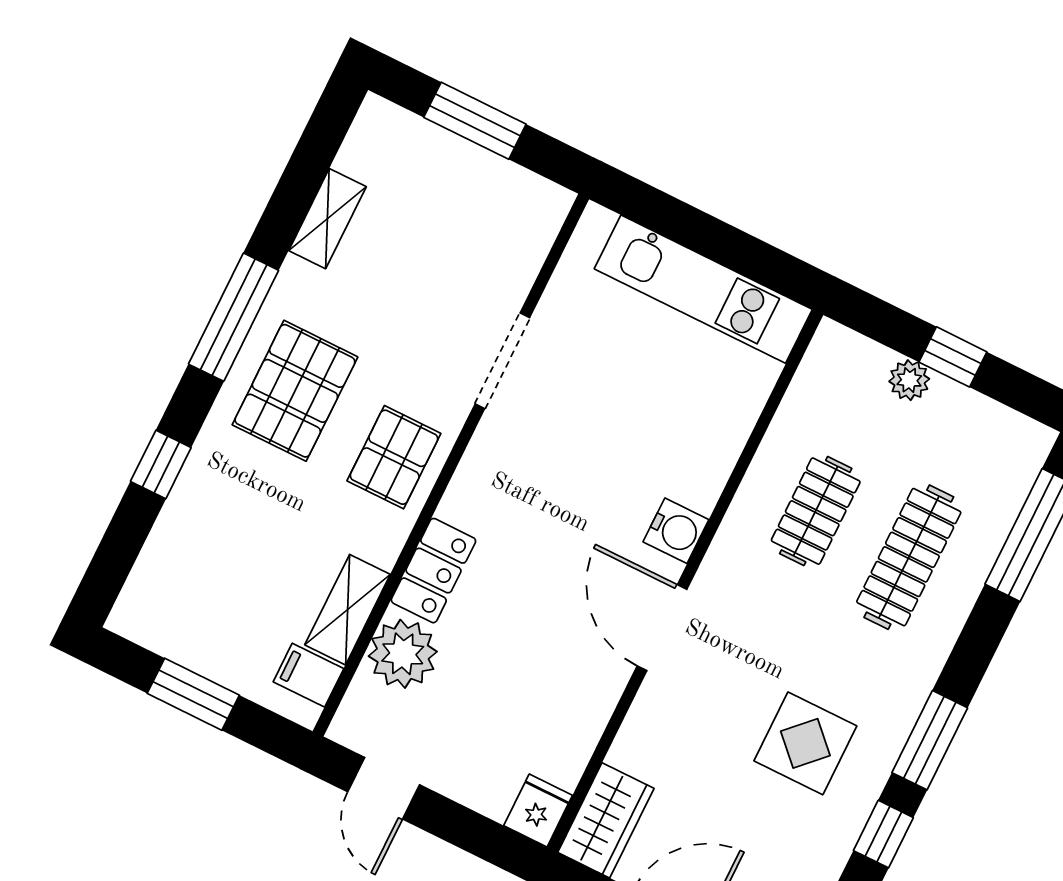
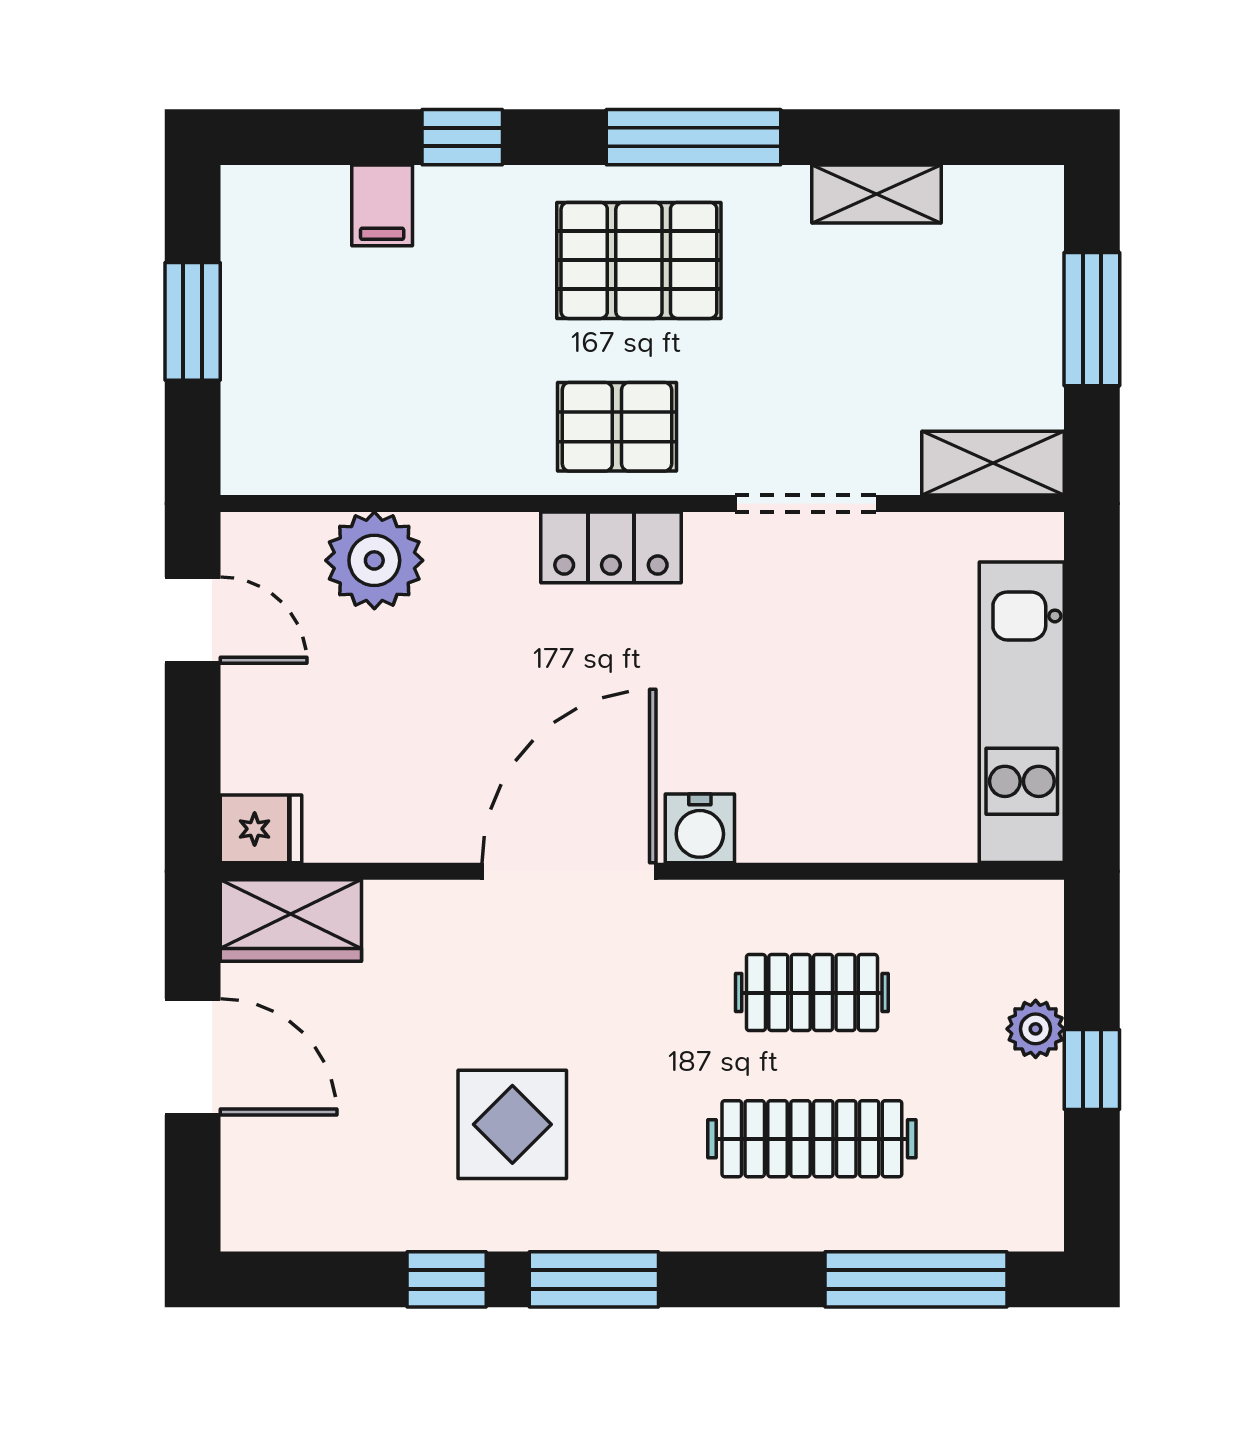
locker: (433, 571) -> (611, 547), moved
shelving: (348, 610) -> (993, 463), moved
door: (662, 628) -> (569, 871), width x1.36
filing cabinet: (308, 675) -> (382, 205), moved, turned 180
door: (384, 788) -> (193, 620), swing flipped

